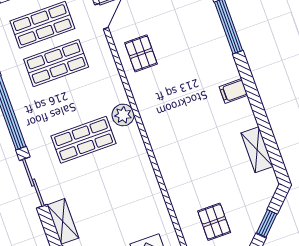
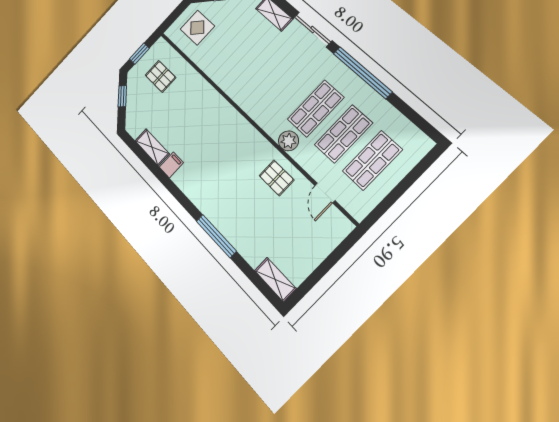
filing cabinet: (233, 91) -> (171, 165), moved
plant: (123, 115) -> (289, 141), moved
shop shelf: (84, 140) -> (316, 108), moved

